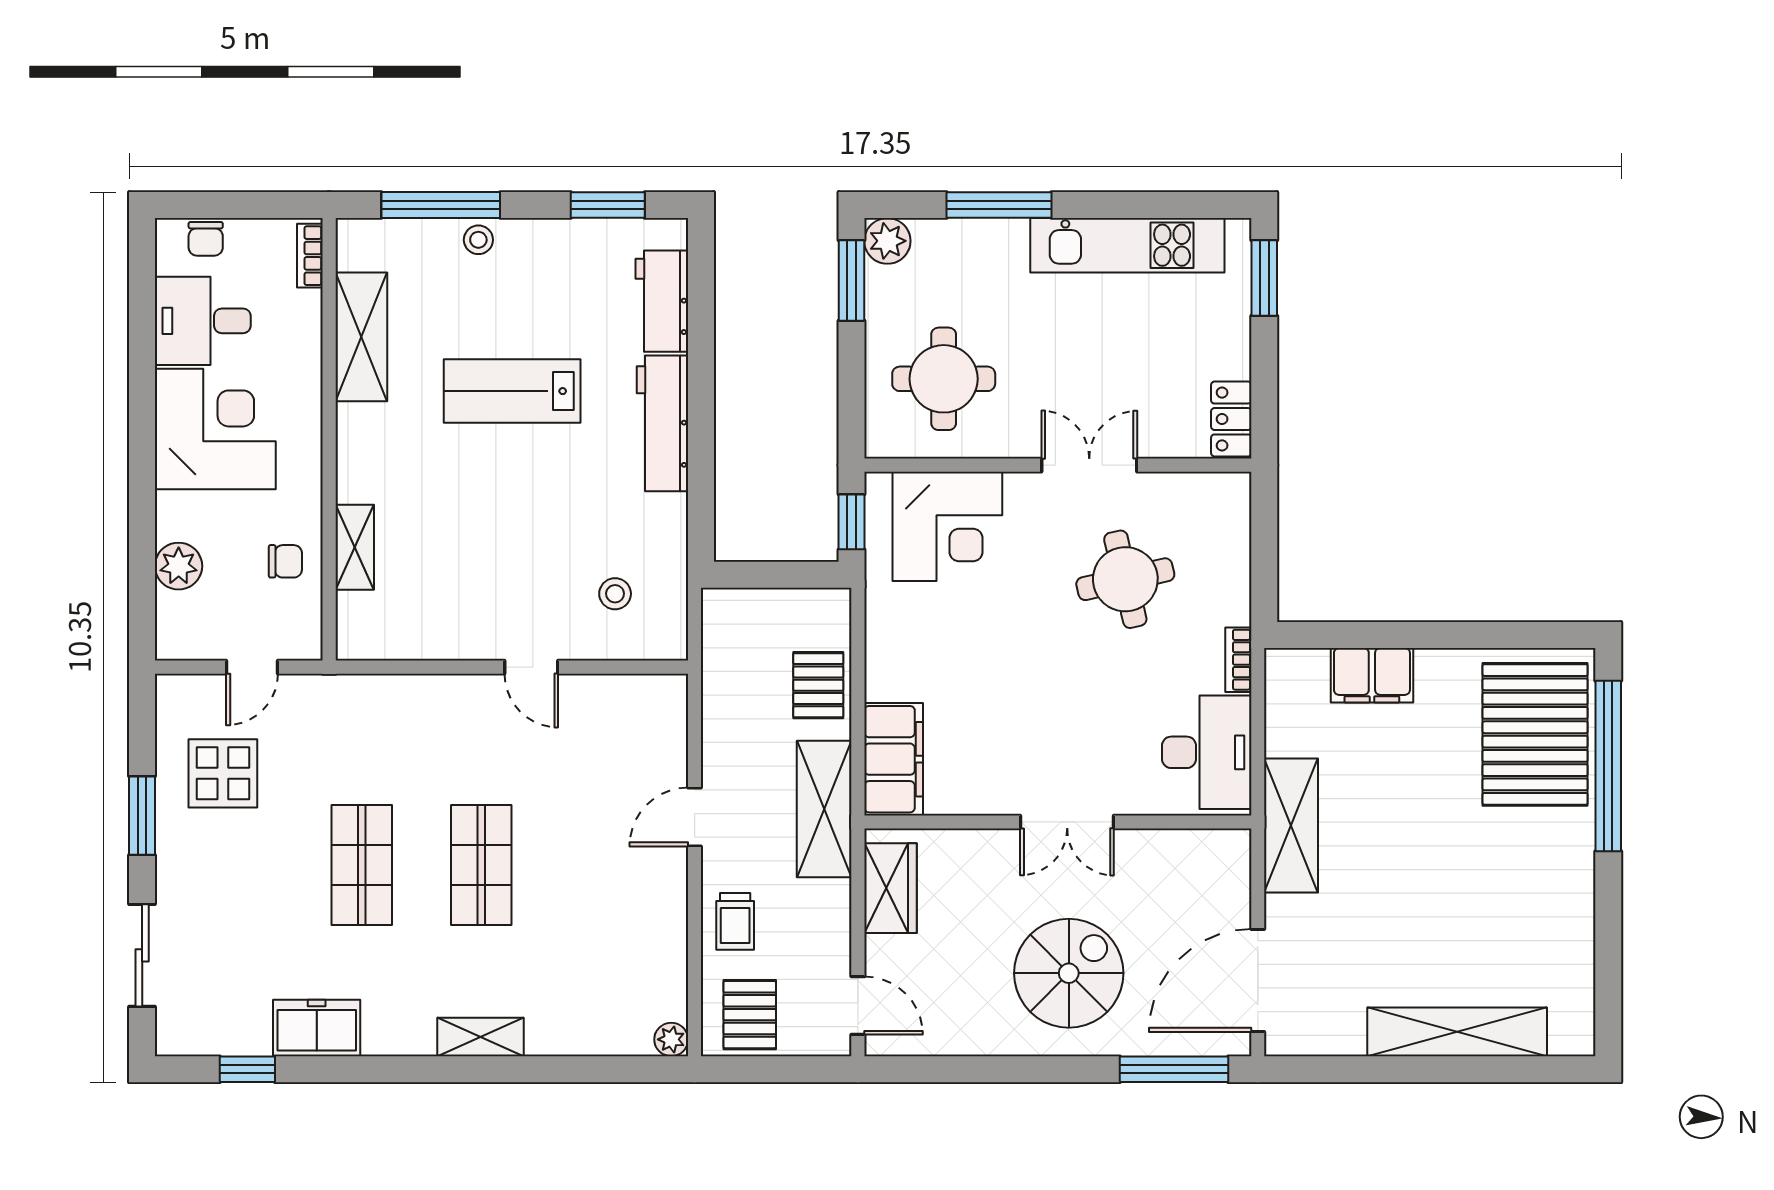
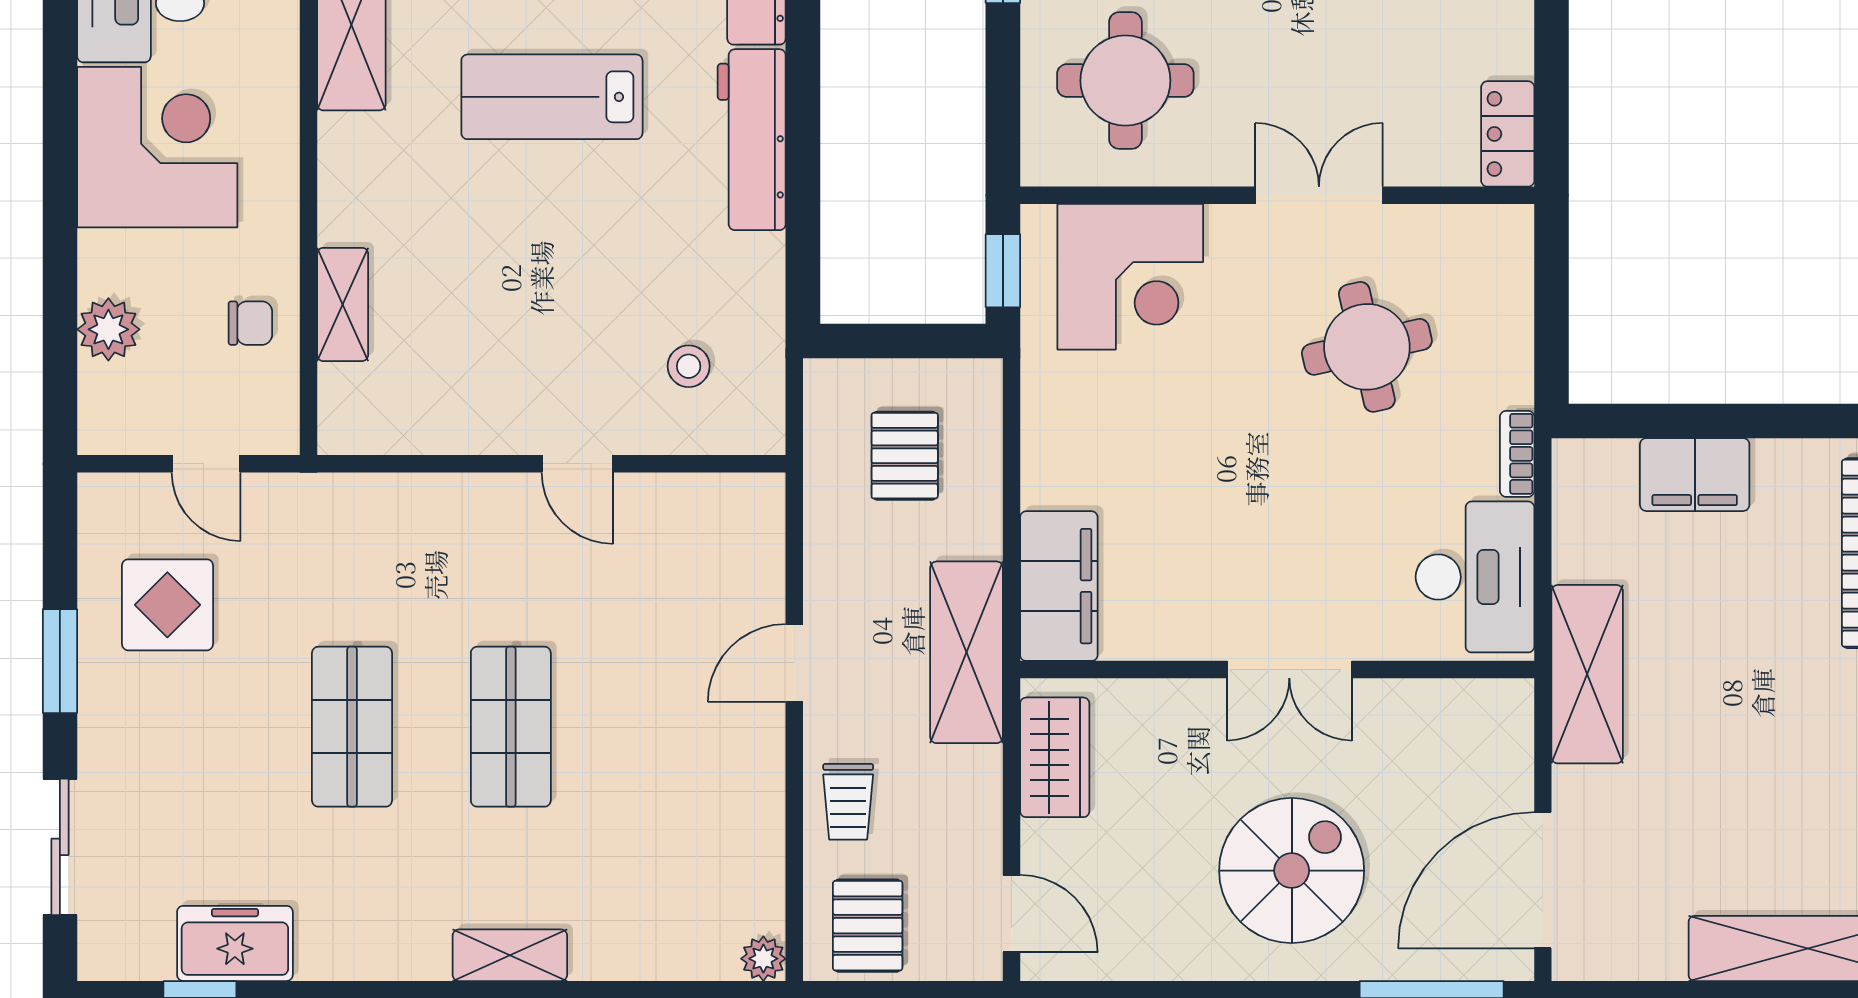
door: (252, 667) -> (206, 464), hinge flipped
pallet: (818, 685) -> (905, 456), moved
freezer: (317, 1028) -> (235, 943), moved

